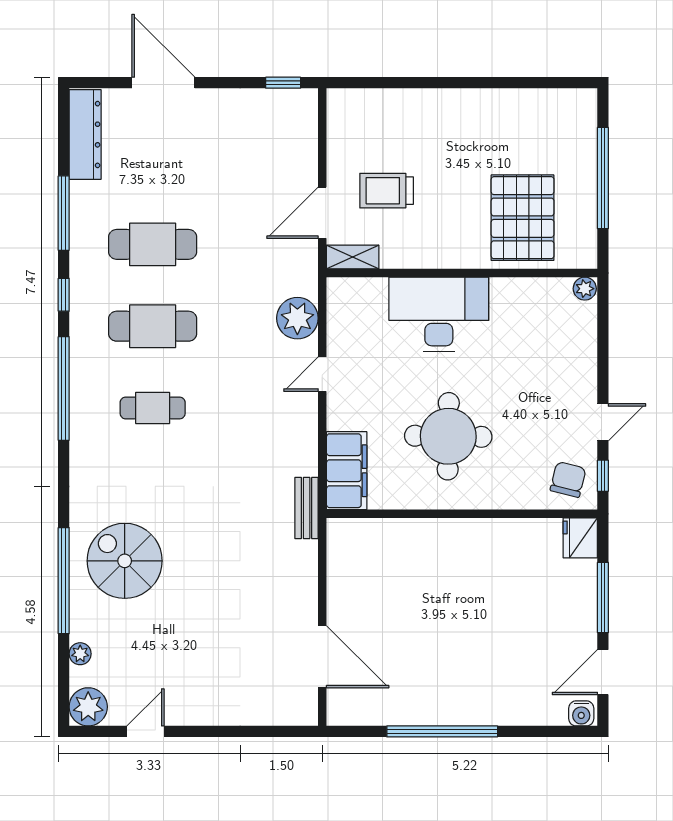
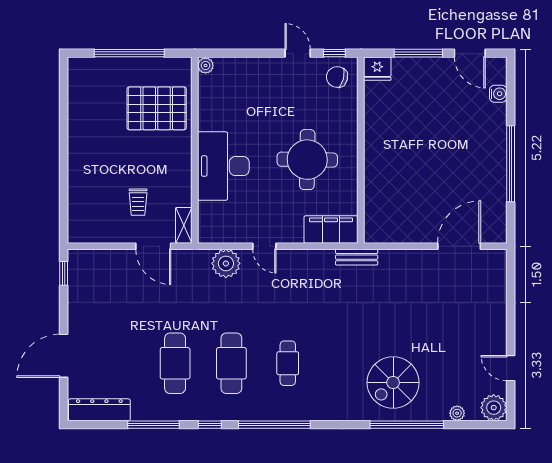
trolley: (387, 191) -> (138, 202), width x0.73, depth x0.72
water cooler: (581, 713) -> (498, 94), moved

